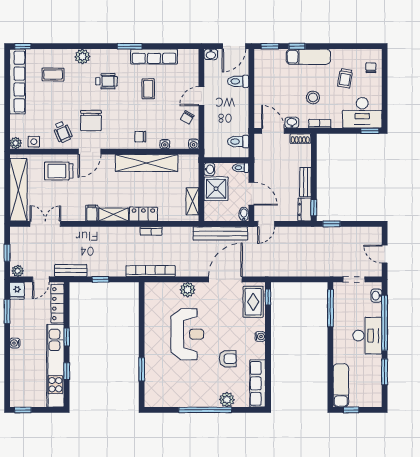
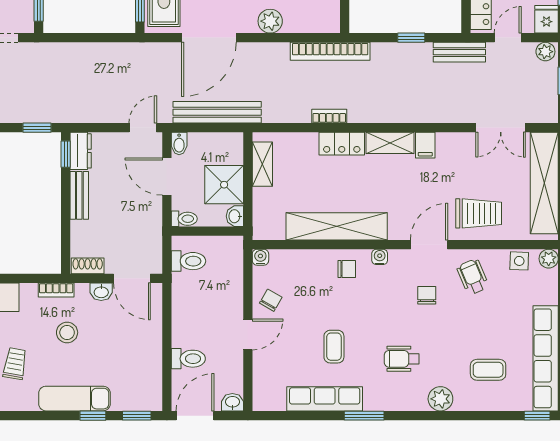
chair: (91, 120) -> (427, 295), width x0.54, depth x0.54
water cooler: (165, 144) -> (380, 257), moved

